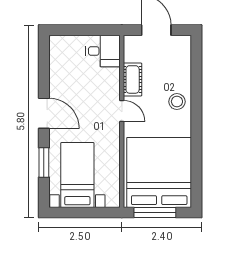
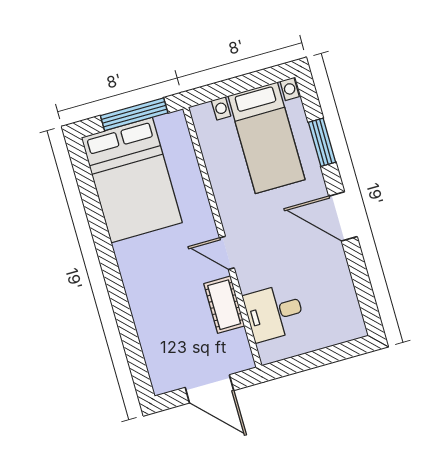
desk: (103, 51) -> (274, 312), moved
stool: (177, 102) -> (148, 290), removed
bed: (159, 172) -> (132, 180), width x0.73

